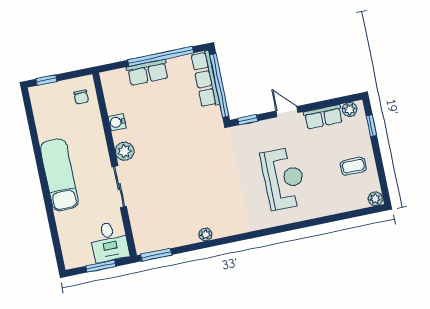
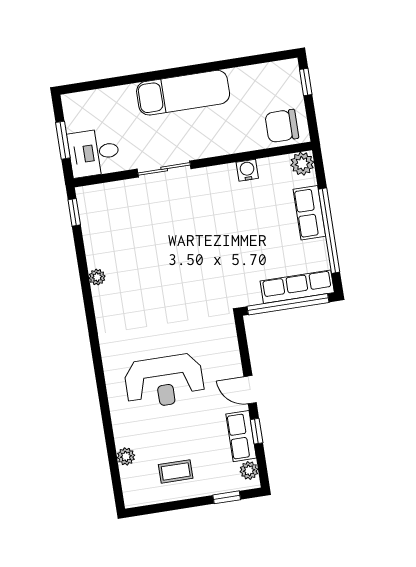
chair: (81, 97) -> (282, 126), width x1.87, depth x1.87
door: (287, 112) -> (250, 390), swing flipped
window: (248, 120) -> (257, 431), moved
plant: (125, 151) -> (302, 164), moved
coffee table: (353, 166) -> (176, 471), turned 90
plant: (375, 199) -> (126, 456), moved
window: (156, 255) -> (74, 212), width x0.67

